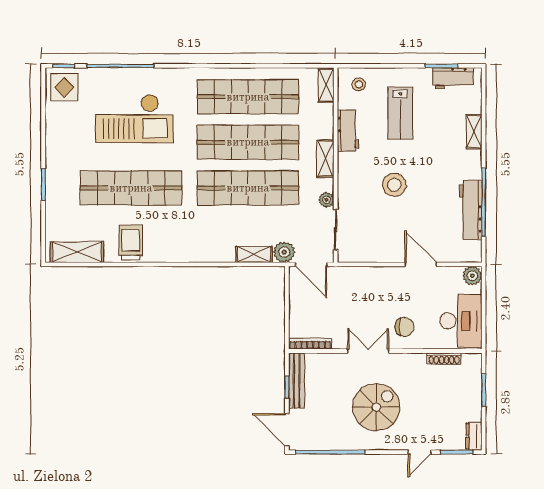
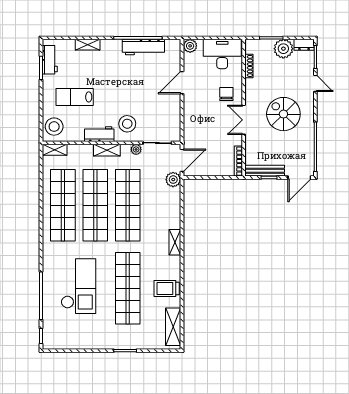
stool: (359, 84) -> (54, 127), width x1.89, depth x1.89
display table: (64, 87) -> (56, 336), removed
lab bench: (400, 113) -> (75, 97), turned 180
workbench: (348, 131) -> (99, 134), moved
stool: (394, 185) -> (127, 124), moved
shelving: (254, 254) -> (175, 242), moved
plant: (468, 407) -> (283, 49), added

